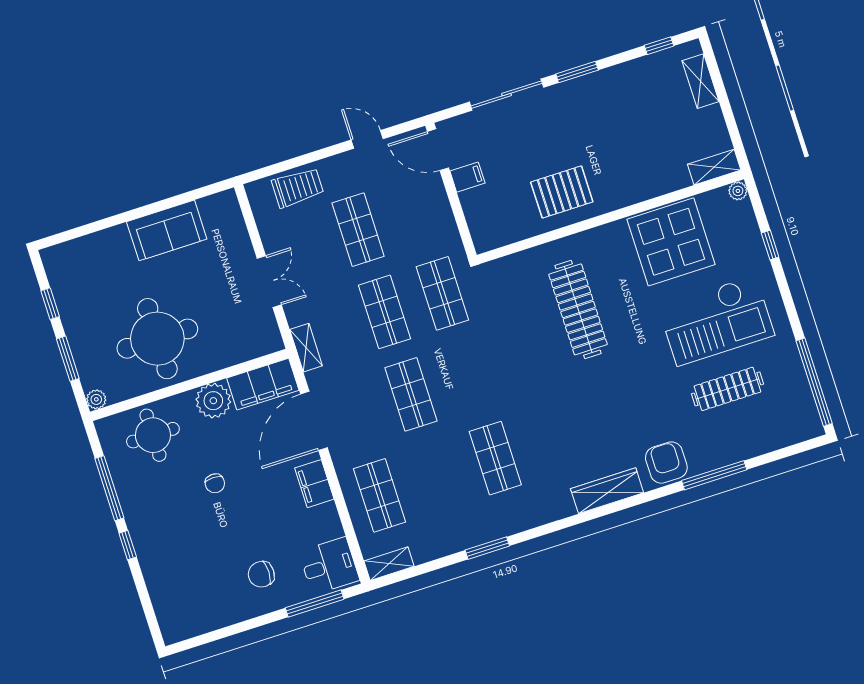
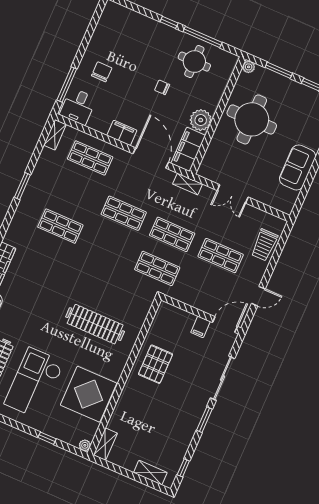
round table: (153, 435) -> (194, 62), moved

